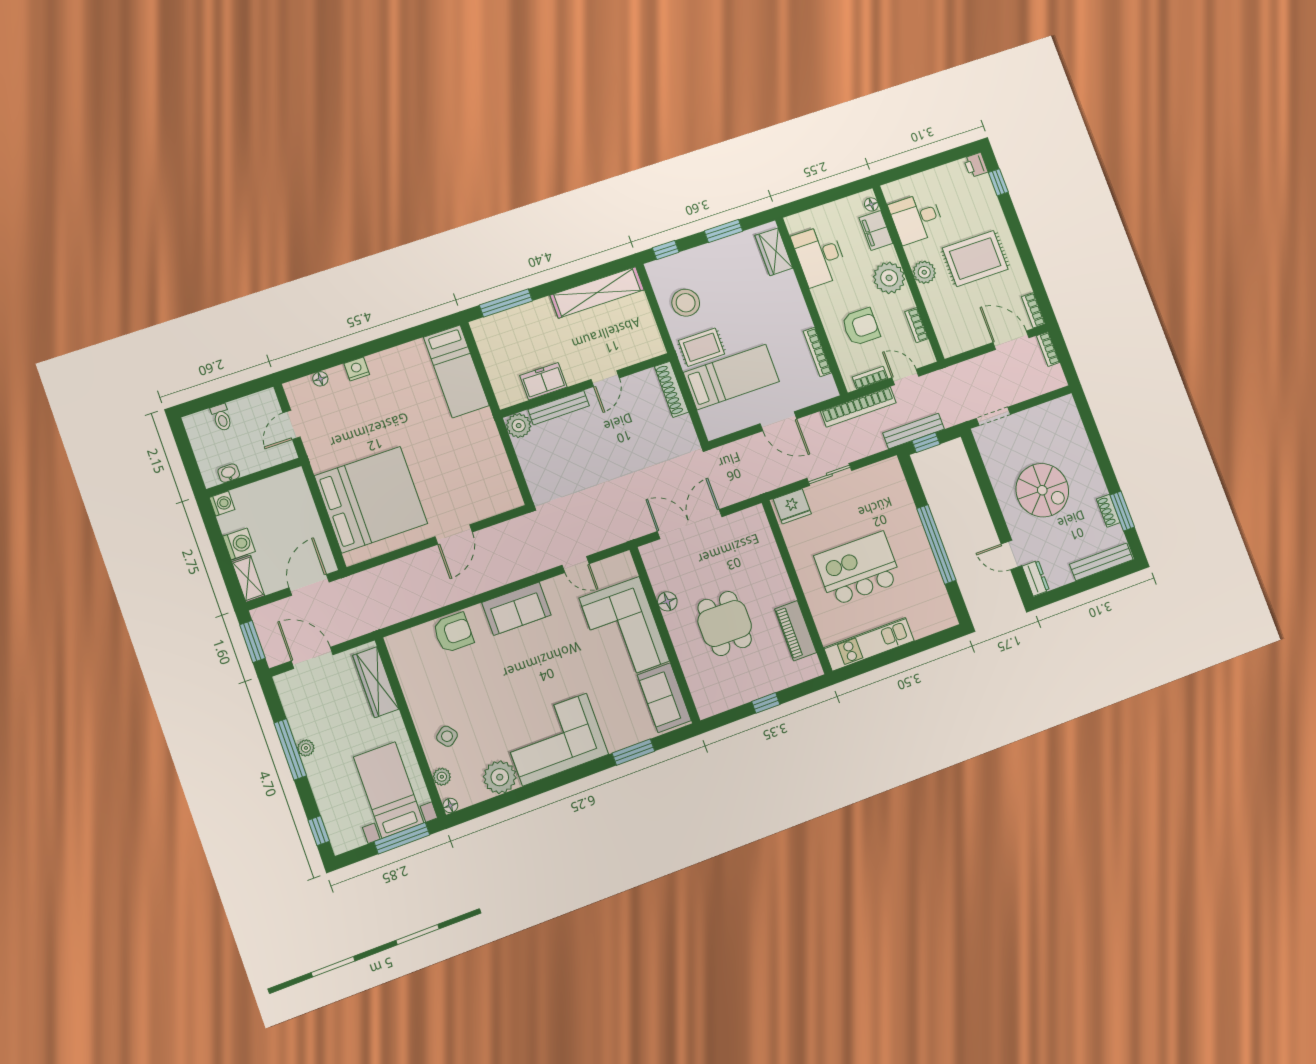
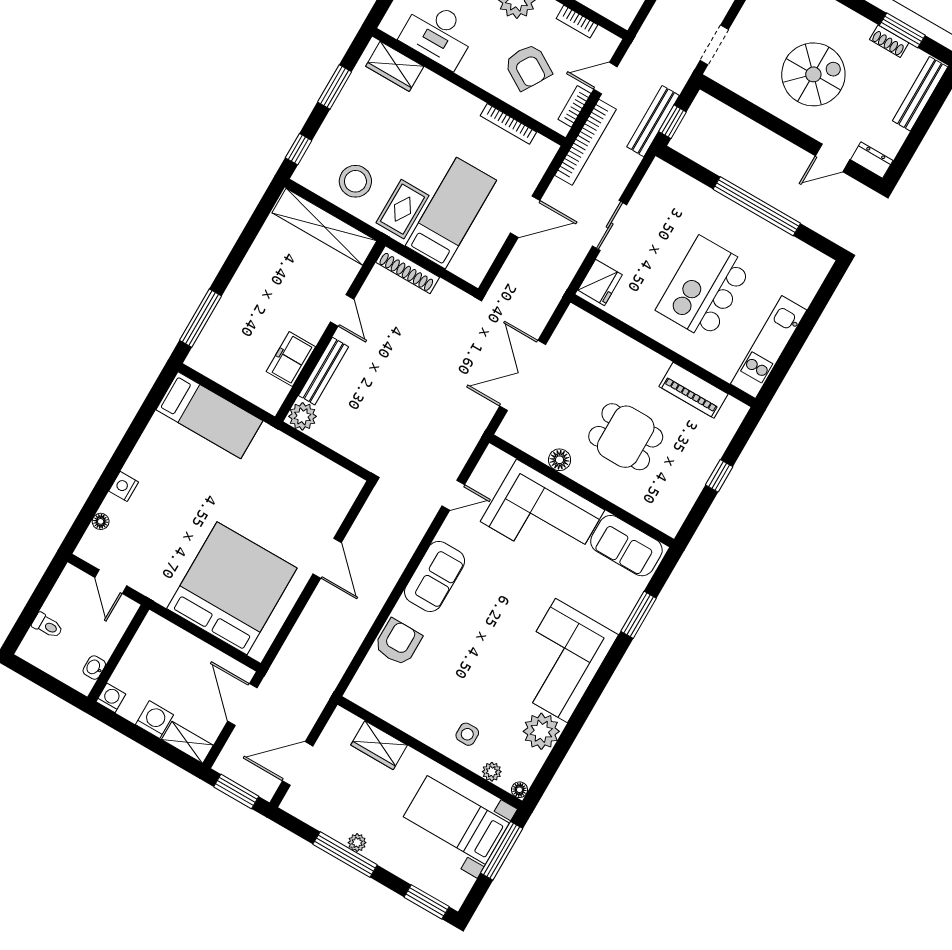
shelving: (597, 292) -> (324, 227), moved, turned 90
armchair: (861, 327) -> (528, 67), turned 121
wardrobe: (376, 682) -> (379, 745), width x0.67
side table: (447, 736) -> (467, 734), turned 38
window: (319, 831) -> (427, 902), width x1.50

